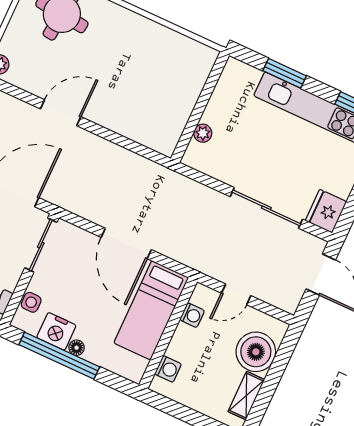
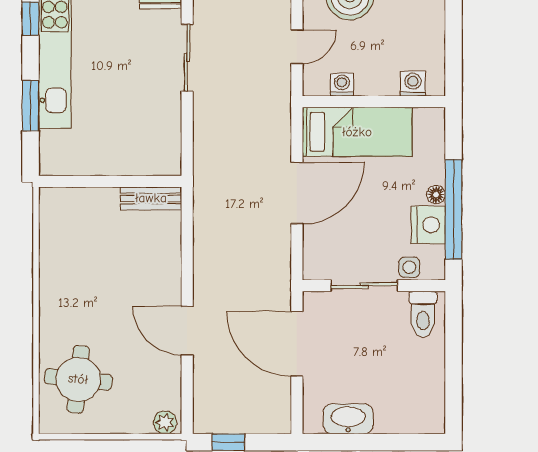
bench: (173, 132) -> (151, 198), added
plant: (203, 133) -> (137, 165), removed
sliding door: (266, 208) -> (187, 58), width x0.73
sliding door: (41, 245) -> (364, 286), moved
door: (236, 294) -> (297, 47), hinge flipped

